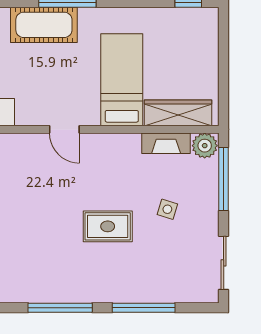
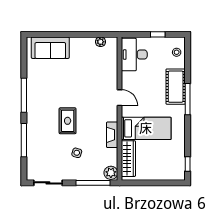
door: (64, 129) -> (120, 98), swing flipped
fireplace: (166, 143) -> (112, 135), moved

